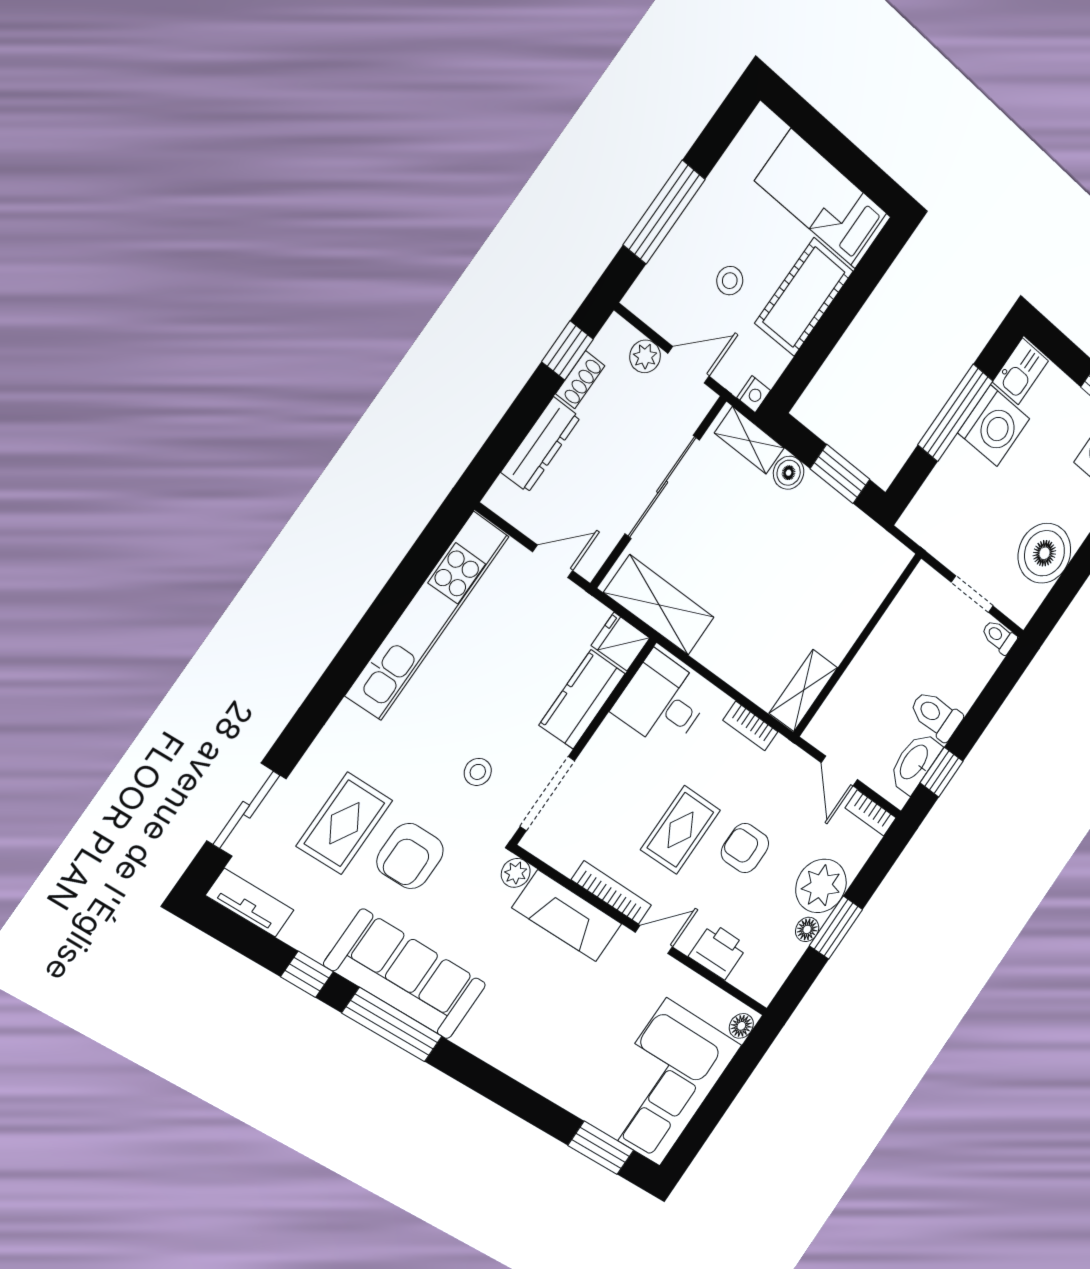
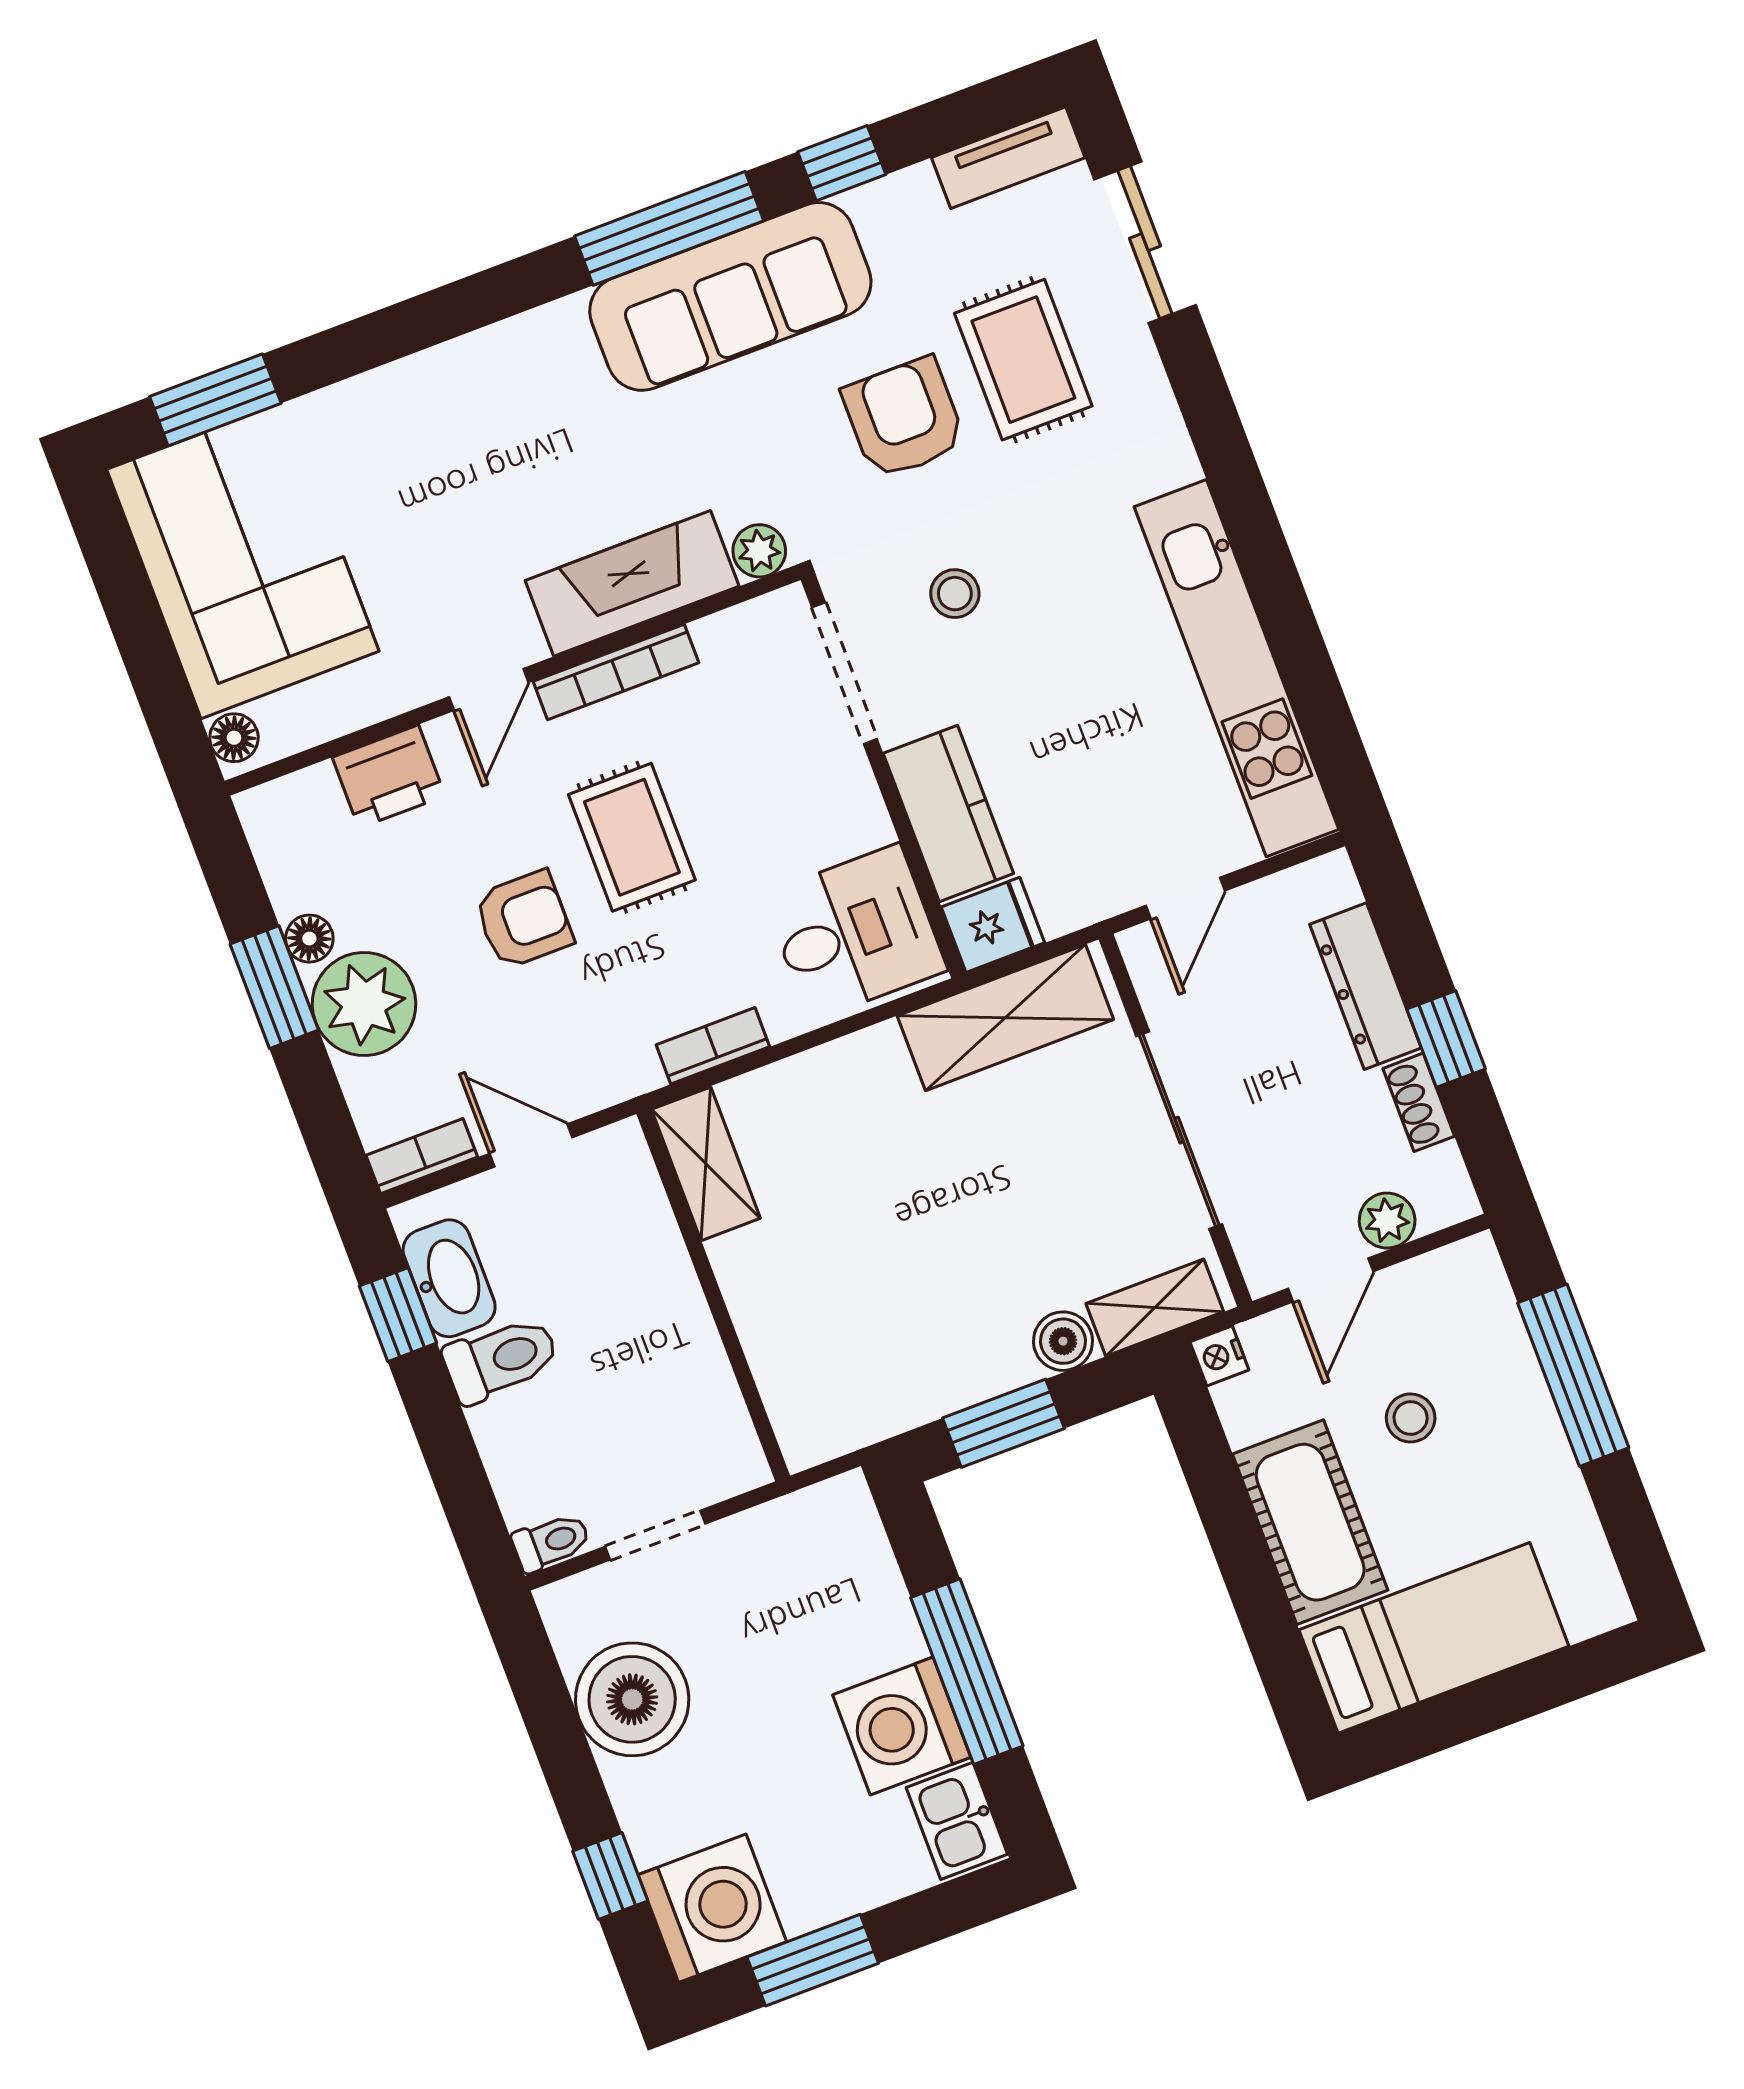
window: (567, 350) -> (1446, 1039), moved

